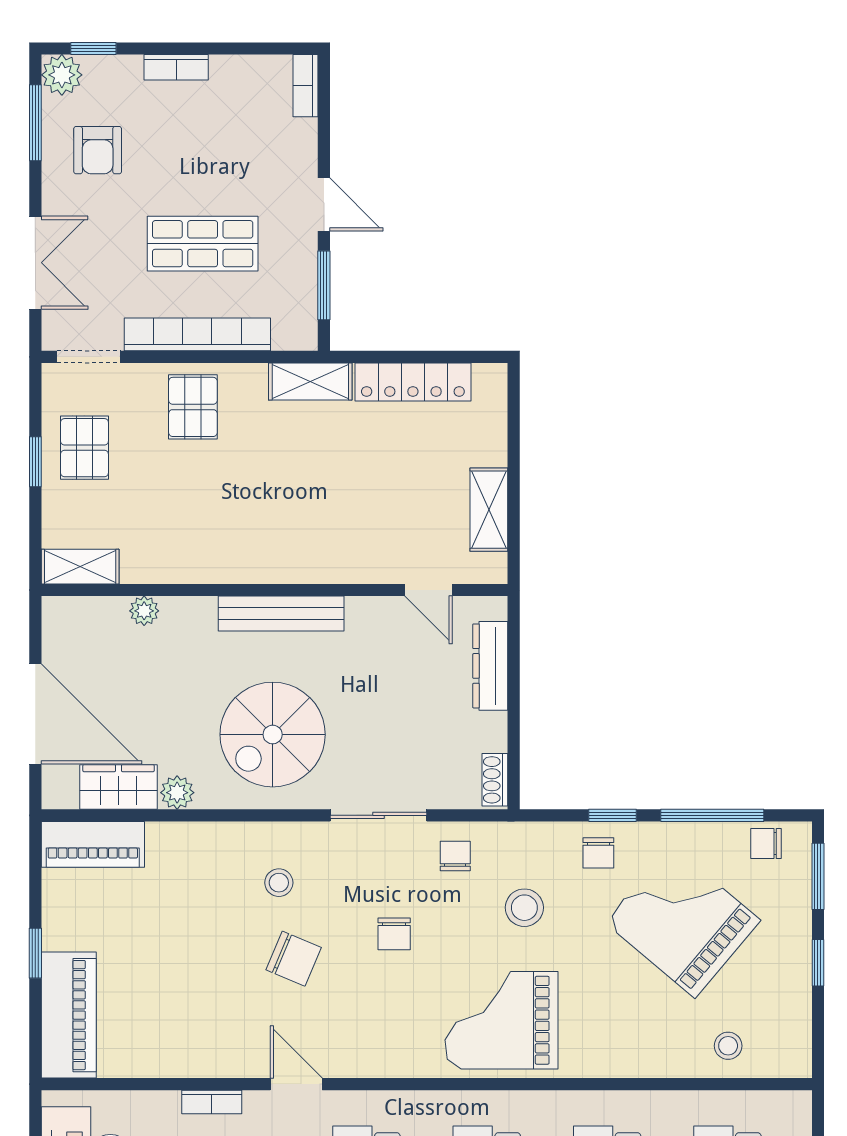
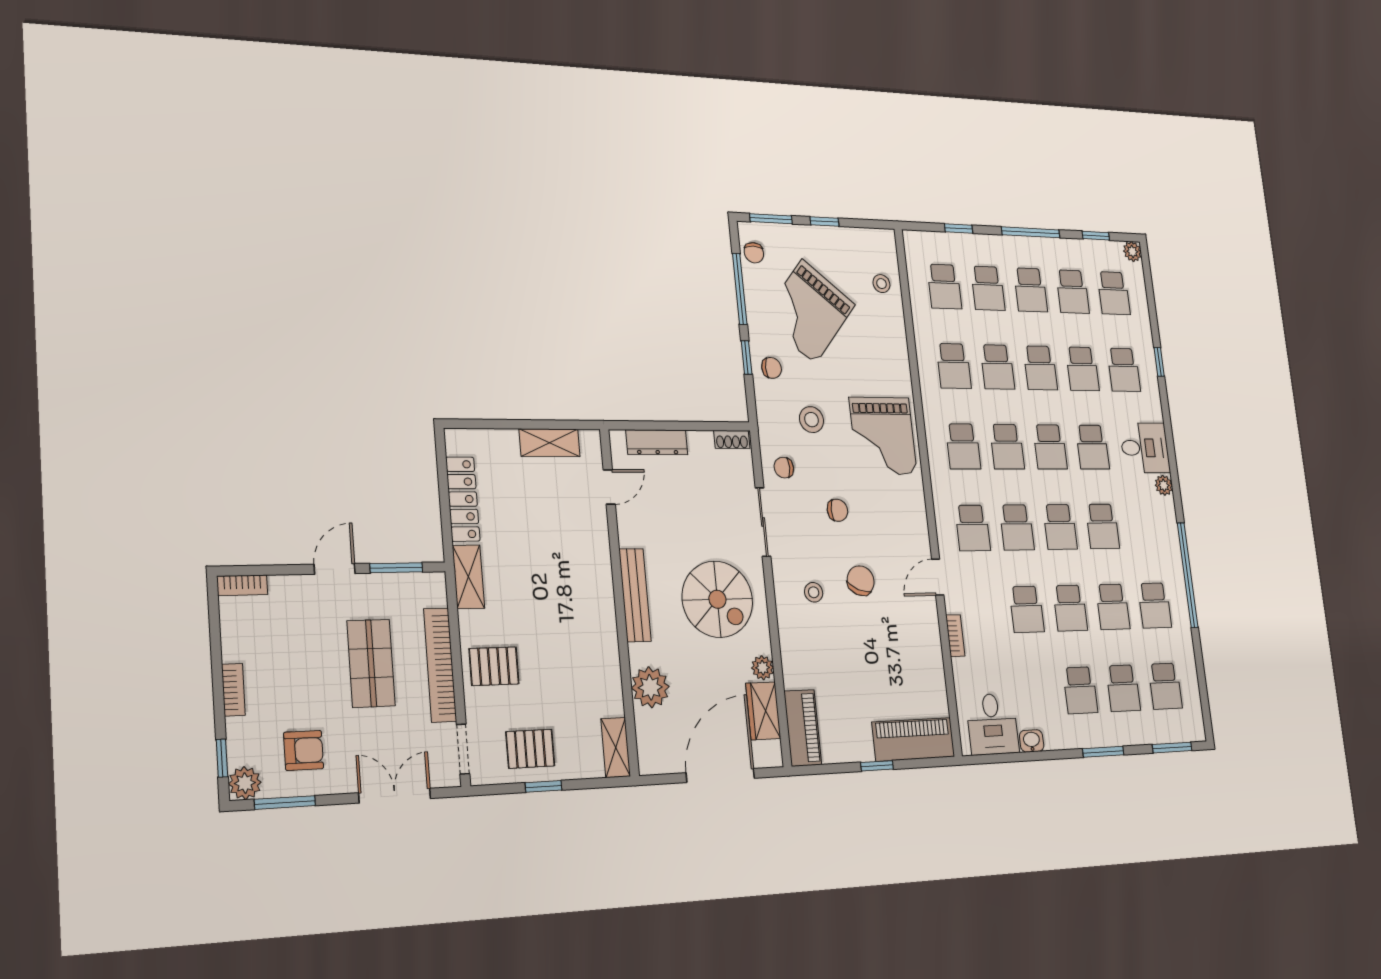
plant: (144, 611) -> (650, 687), width x1.87, depth x1.87

